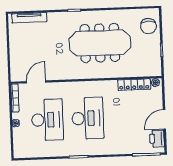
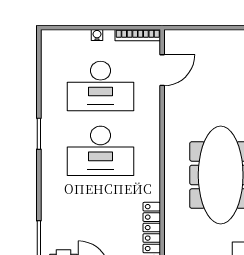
door: (36, 82) -> (162, 70), hinge flipped

